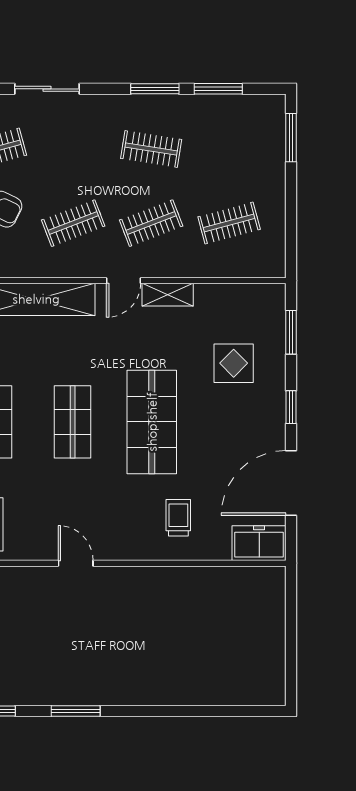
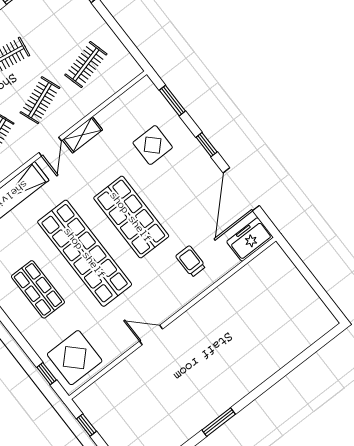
shop shelf: (73, 422) -> (85, 253), width x2.00, depth x1.36

